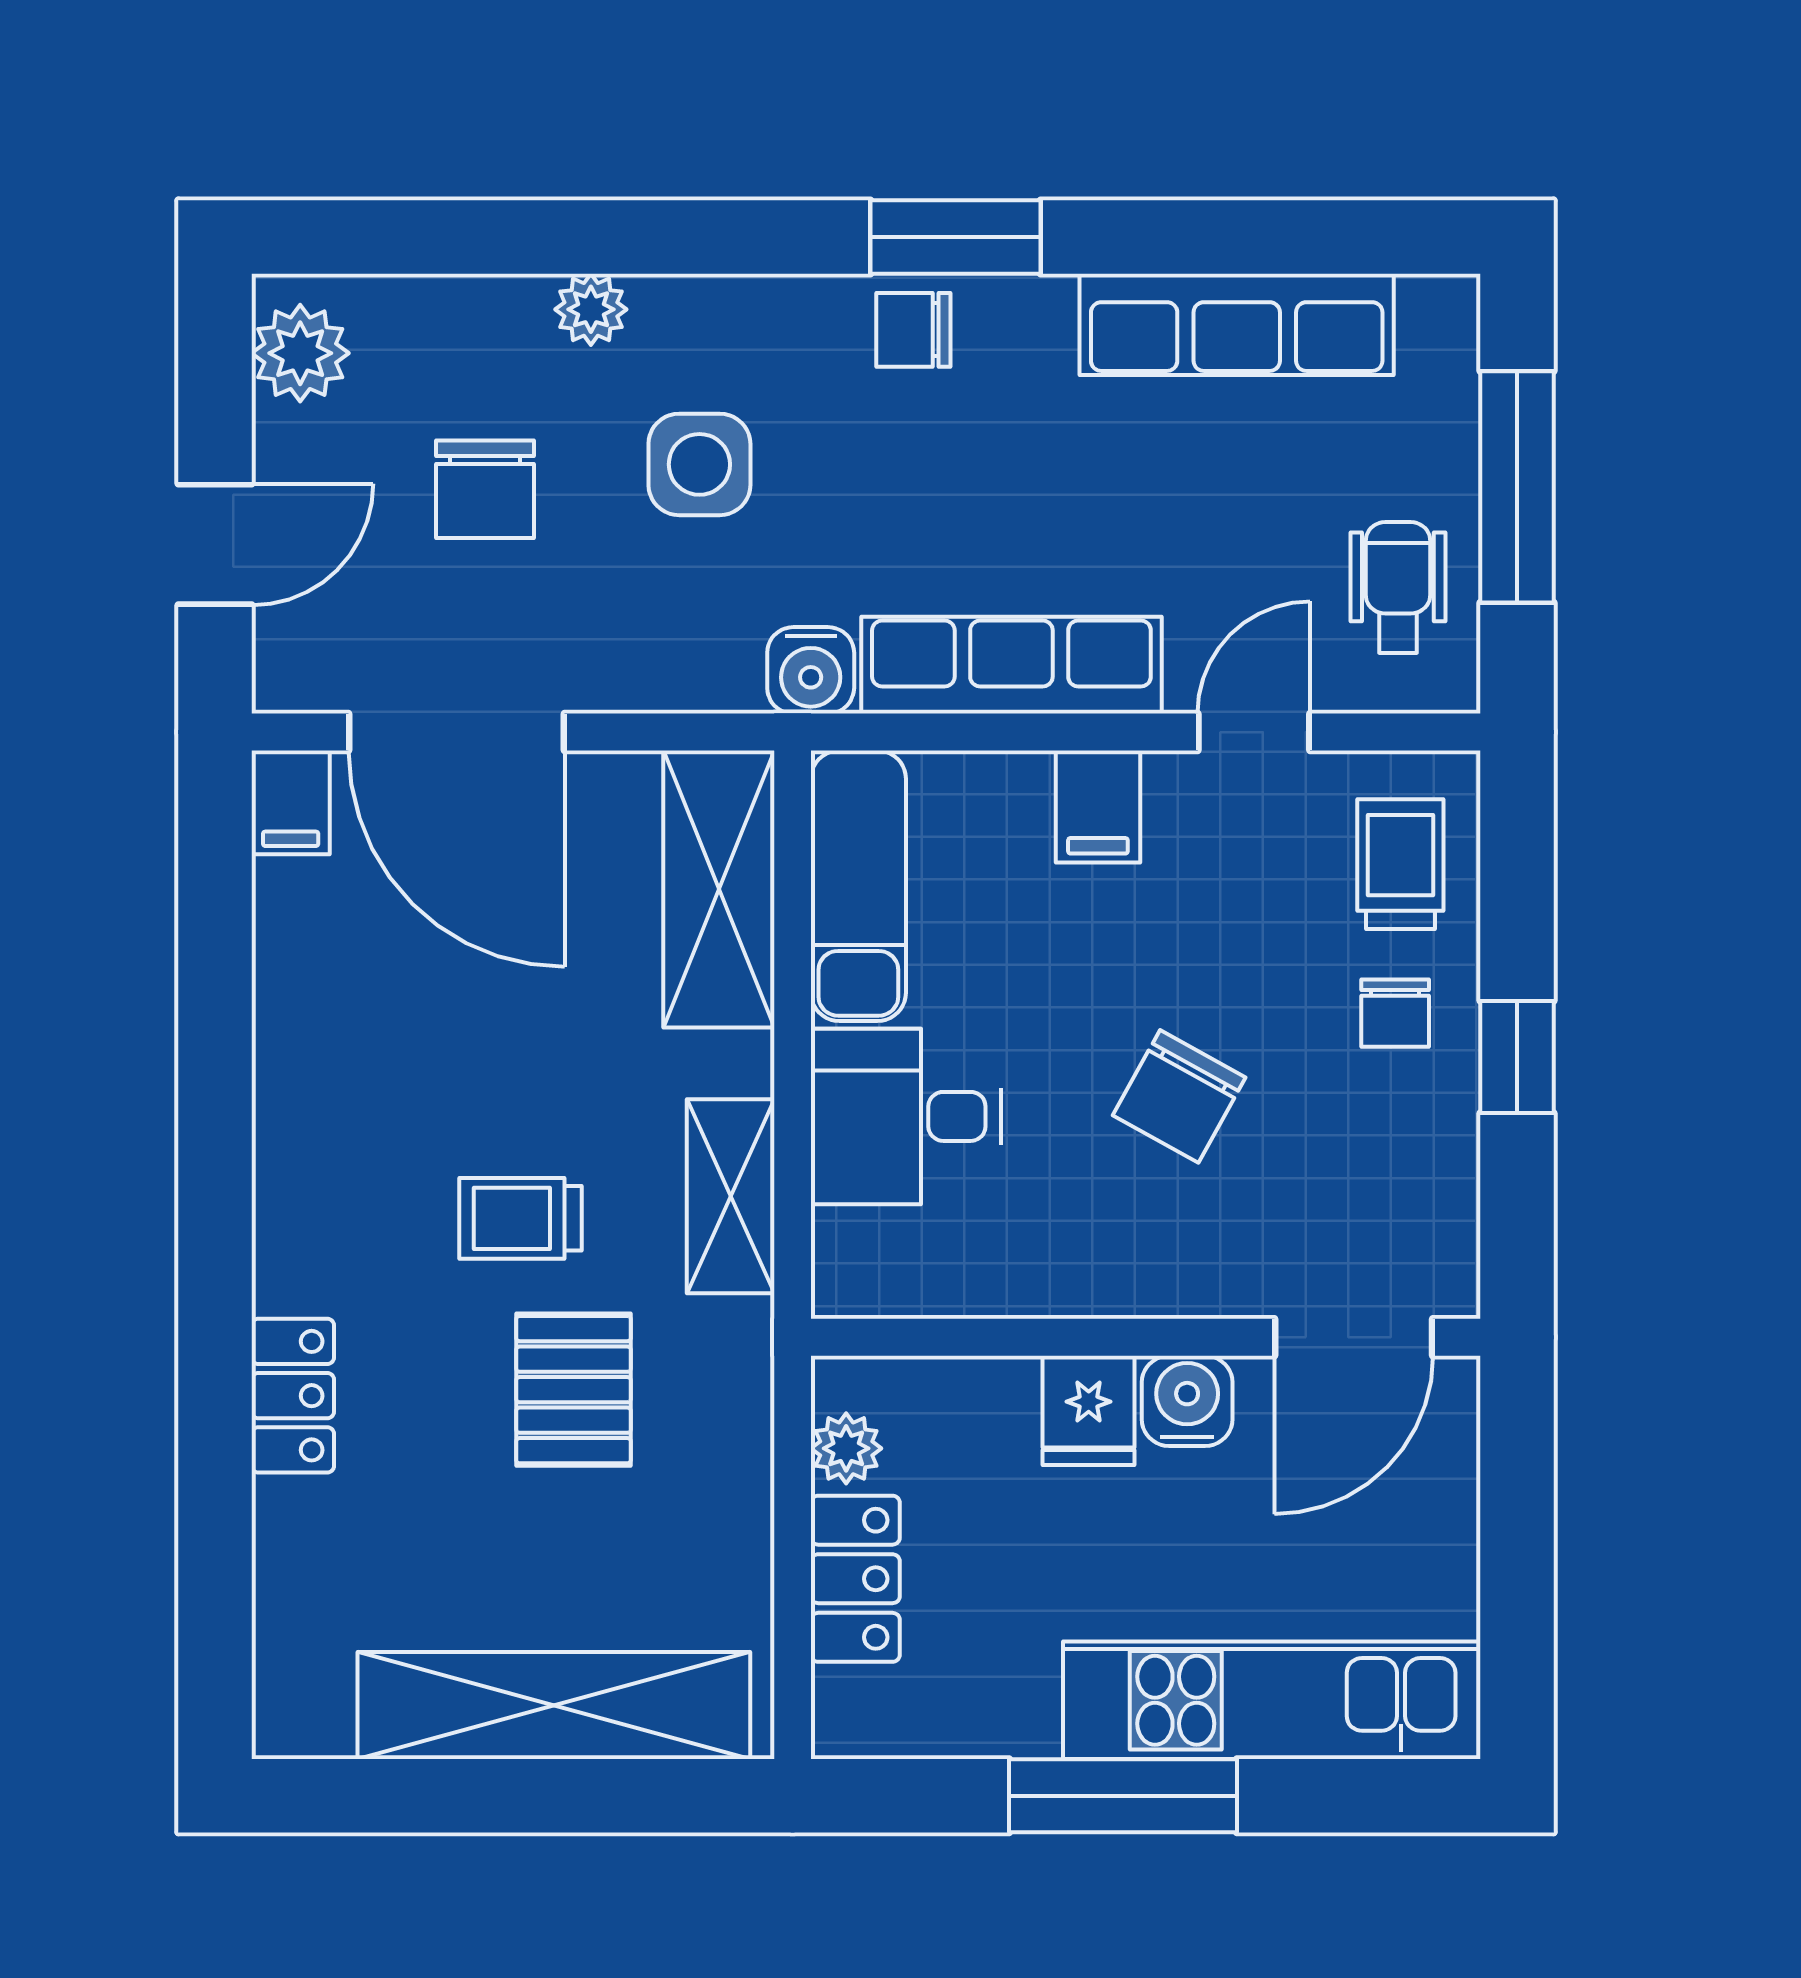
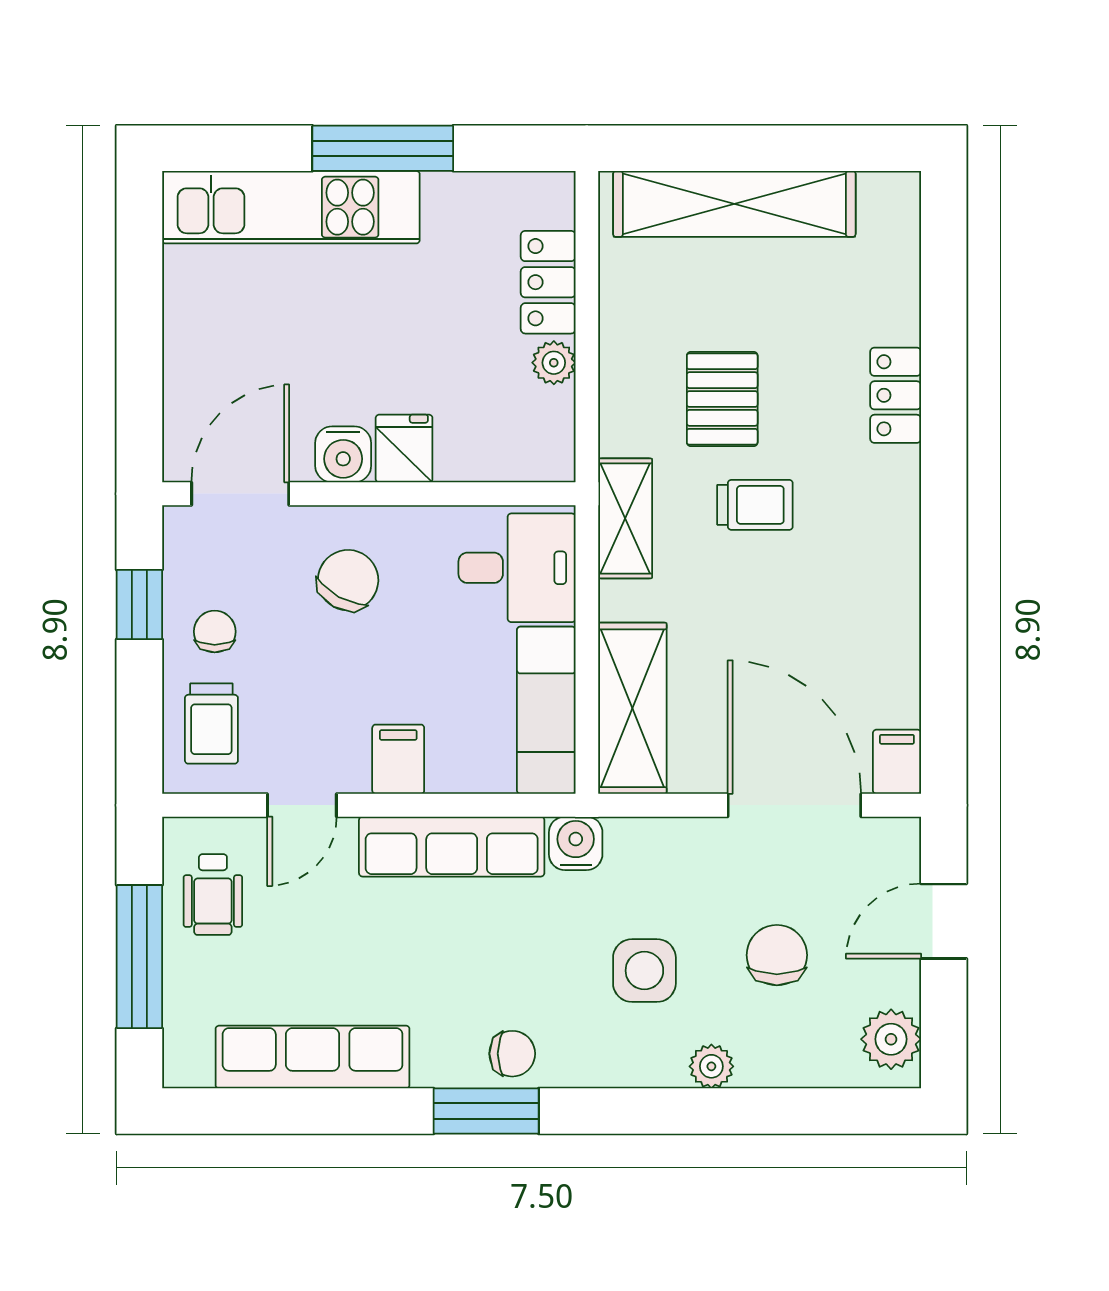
wall: (1146, 1337) -> (369, 494), moved
door: (1354, 1337) -> (240, 494), moved
water cooler: (1187, 1401) -> (343, 454), moved
fridge: (1089, 1410) -> (404, 448), moved

